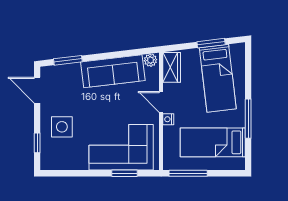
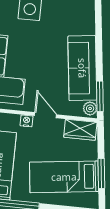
window: (68, 60) -> (100, 96), moved
door: (161, 102) -> (45, 115), hinge flipped

